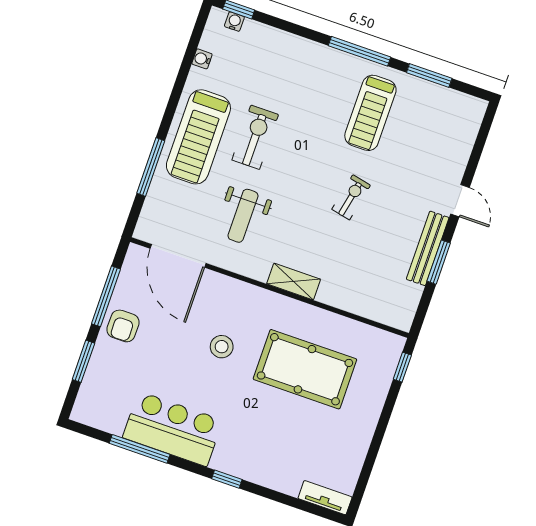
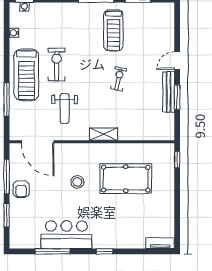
door: (460, 201) -> (177, 61), swing flipped

